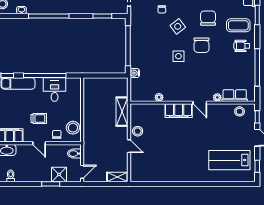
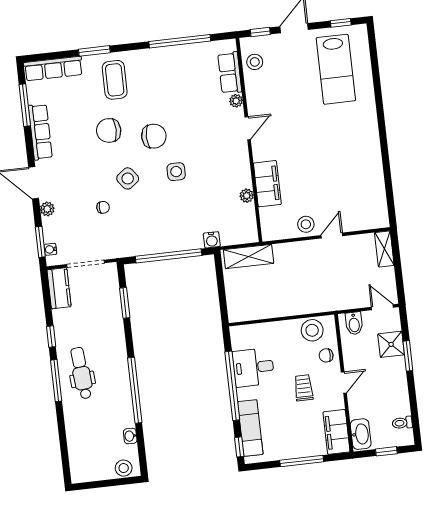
wheelchair: (242, 46) -> (148, 71), removed
filing cabinet: (179, 111) -> (267, 184), moved
shelving: (122, 112) -> (249, 257), moved

